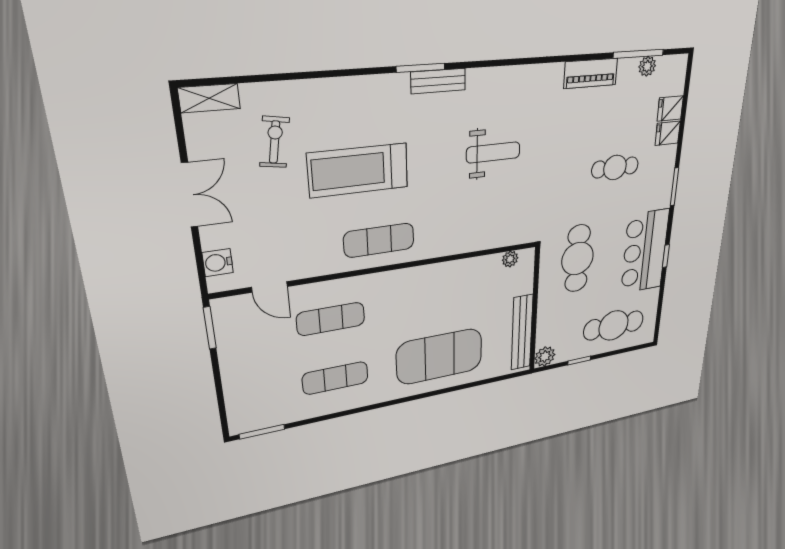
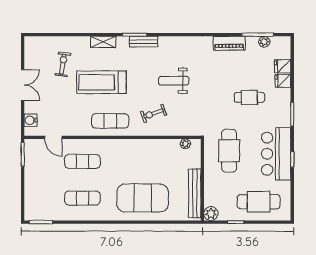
shelving: (209, 98) -> (103, 42), moved
weight bench: (493, 152) -> (174, 81), turned 180
exercise bike: (457, 216) -> (153, 113), added

